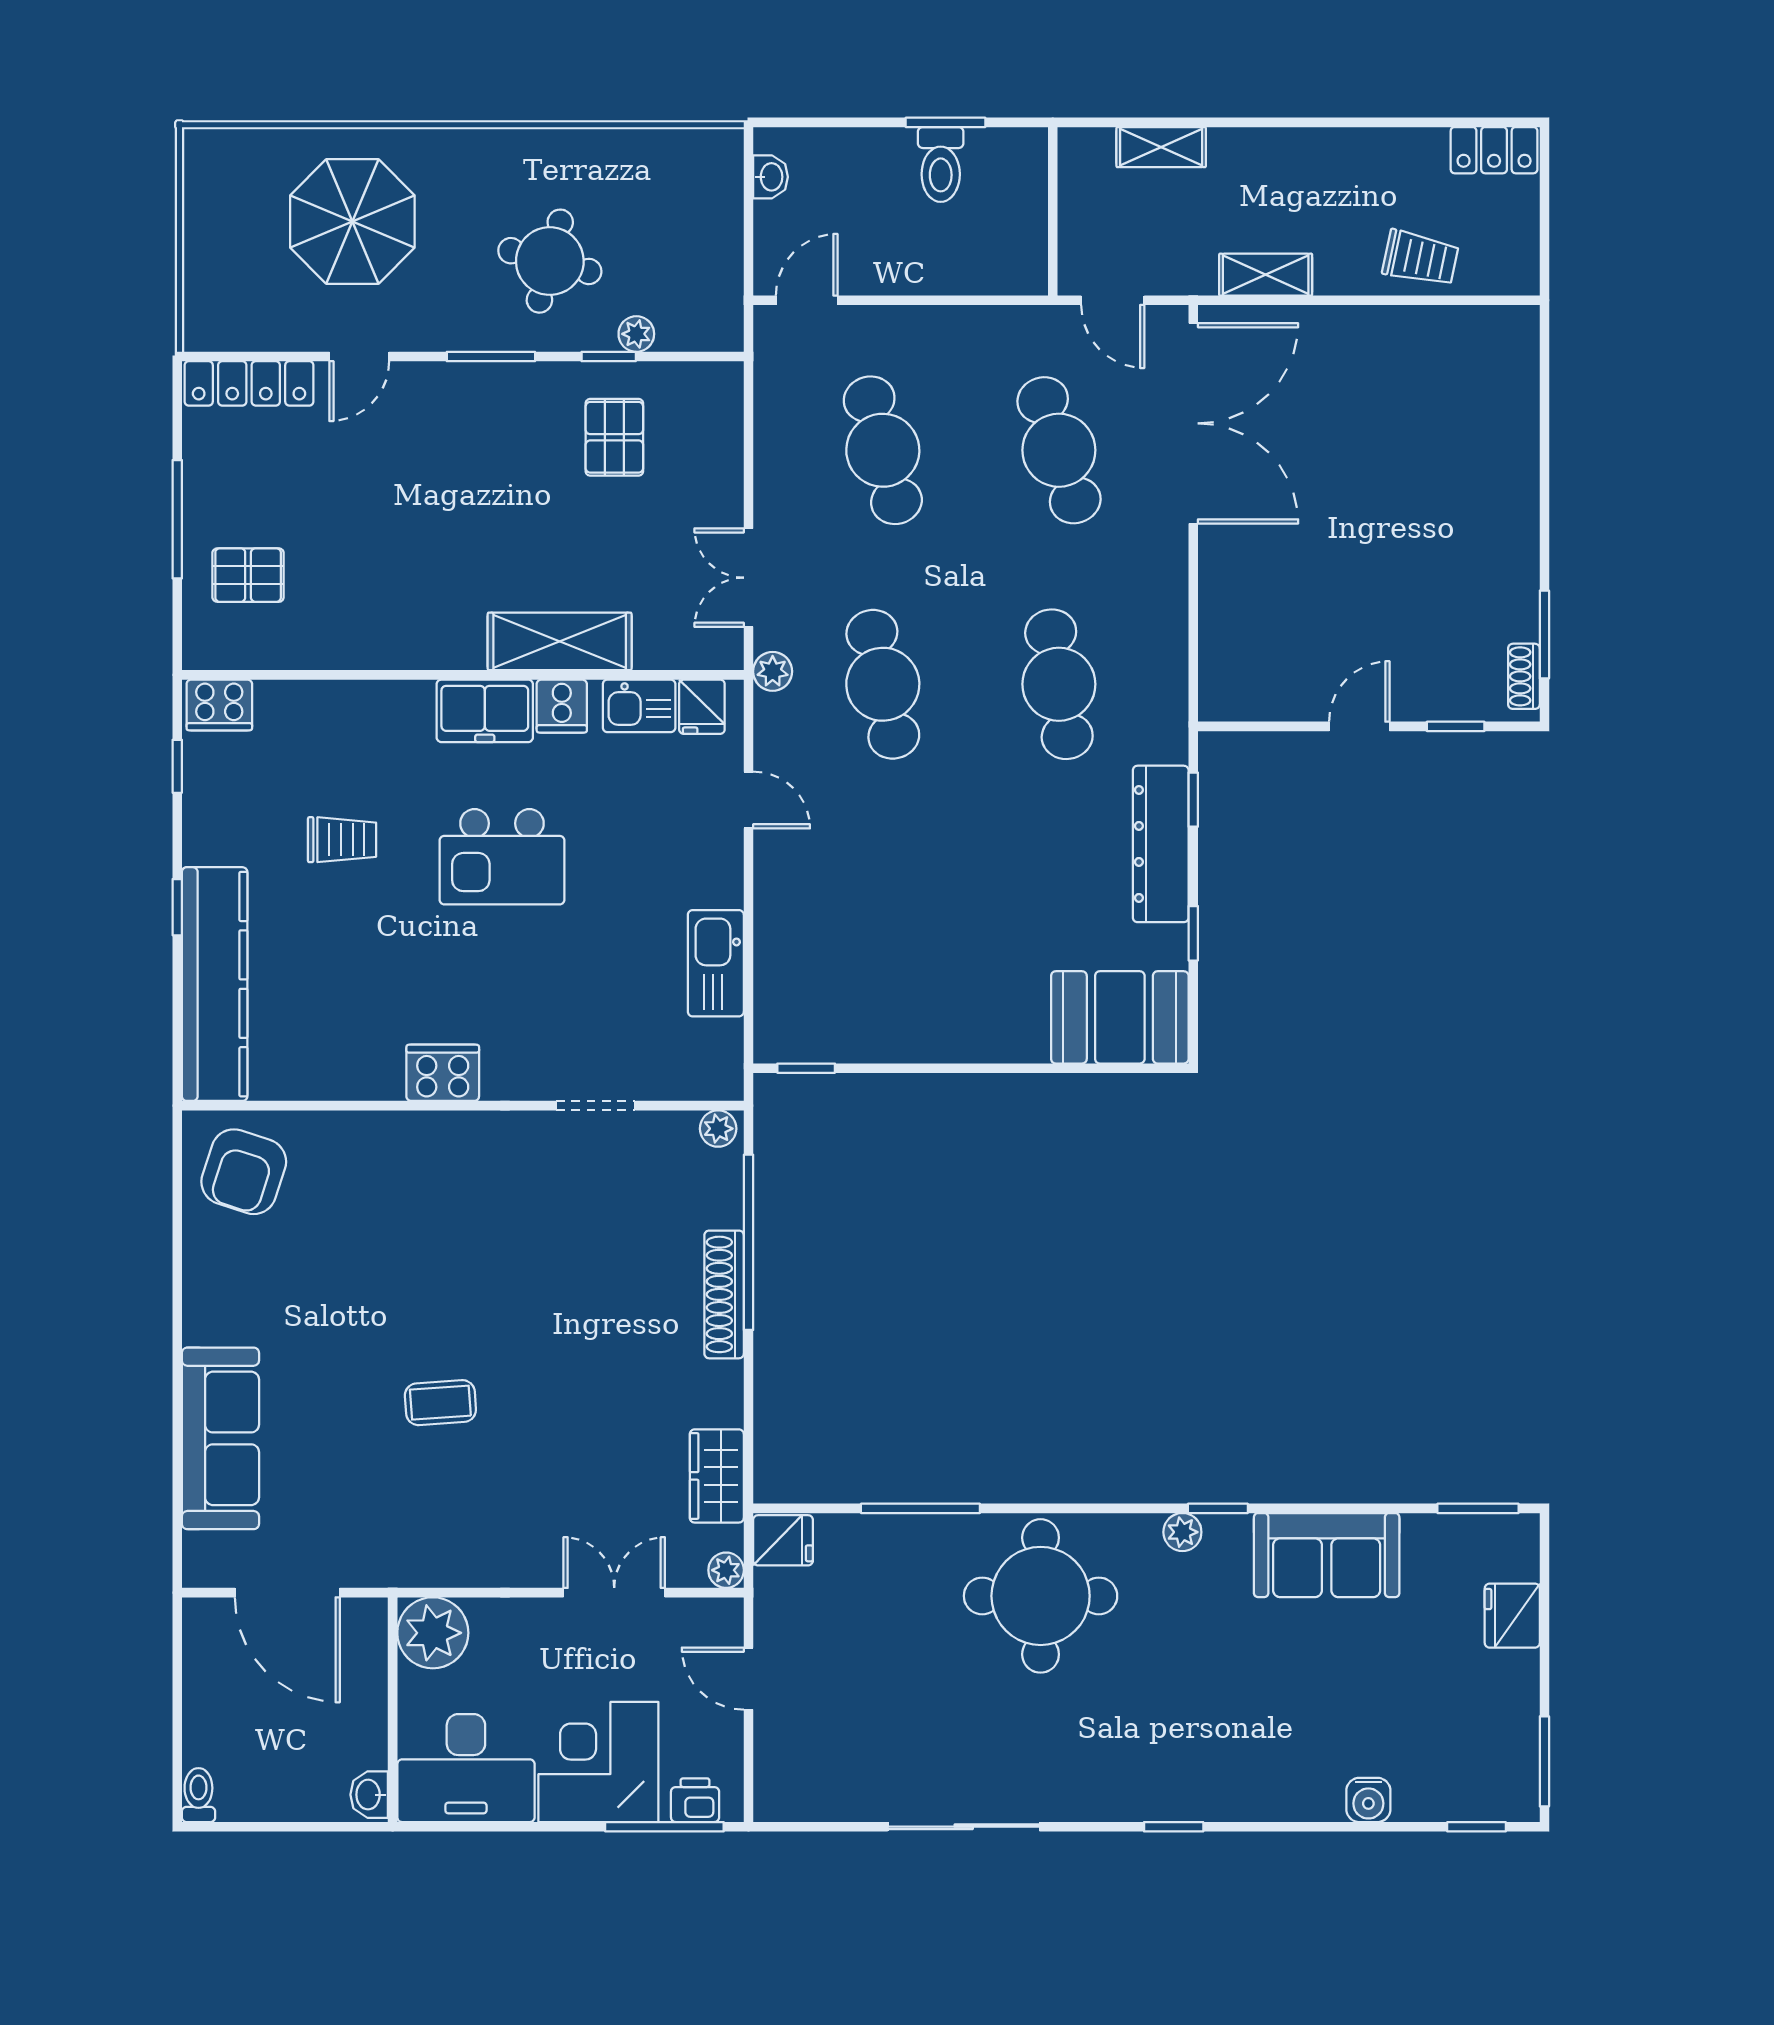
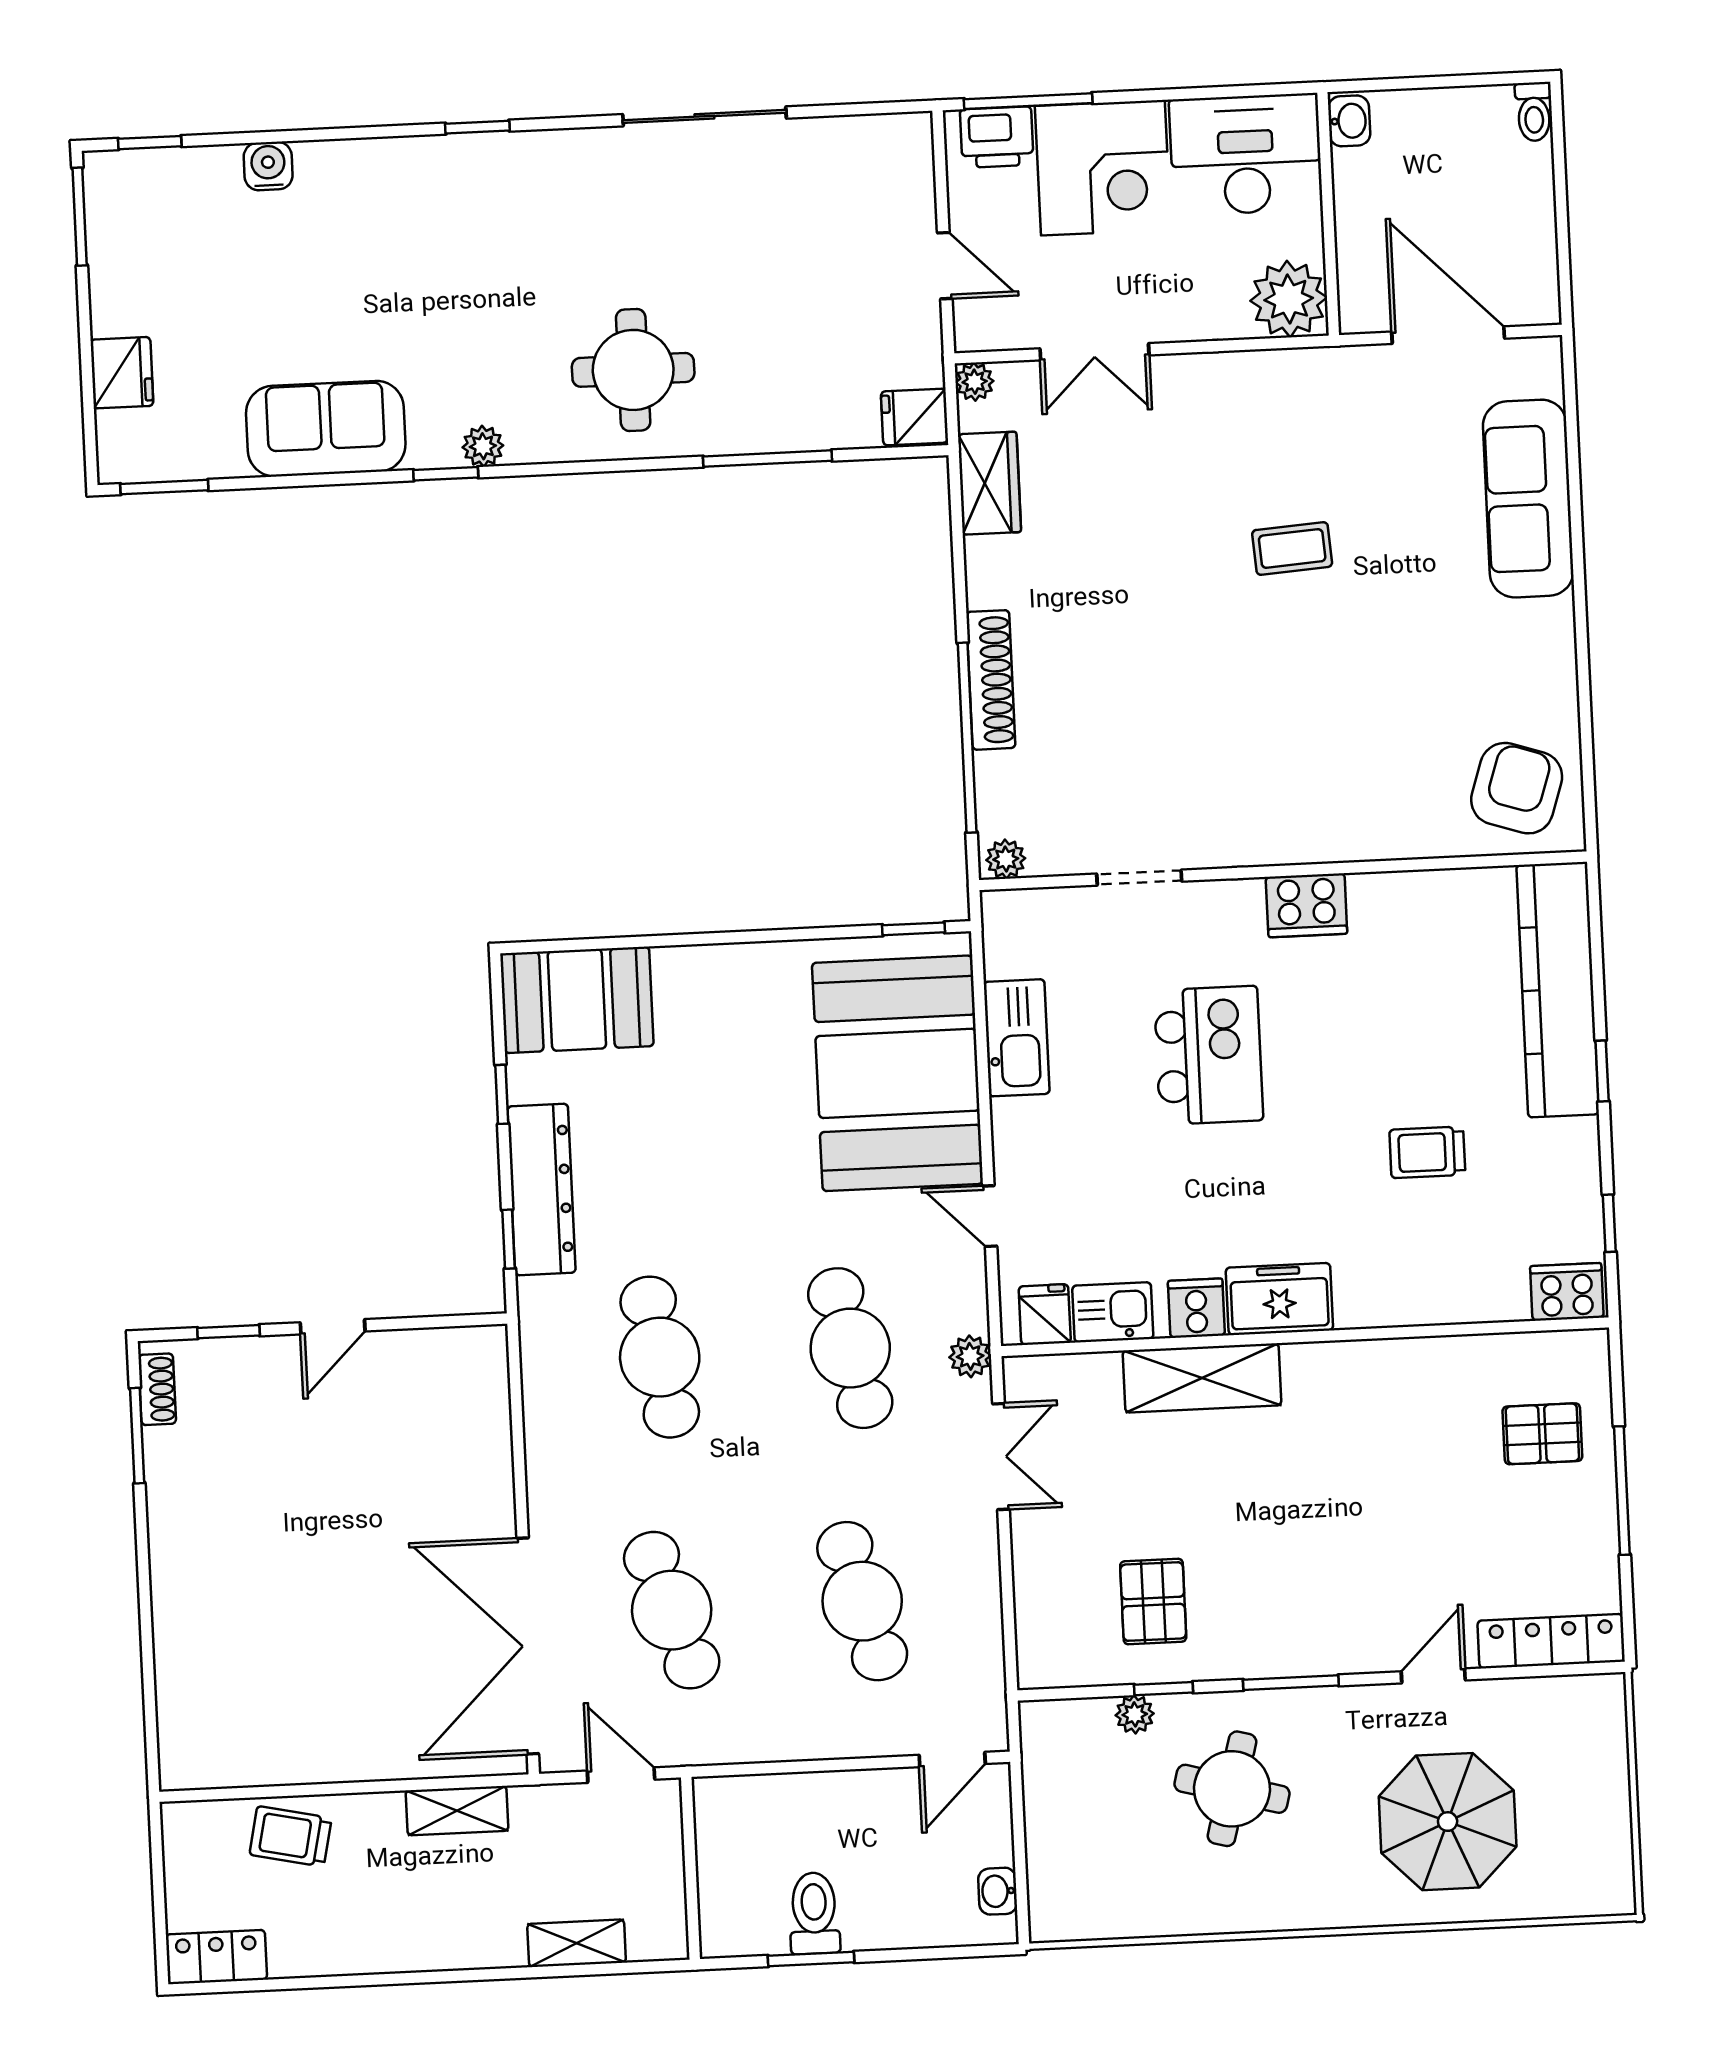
kitchen island: (502, 857) -> (1209, 1055), moved, turned 90
booth: (827, 936) -> (898, 1073), added
round table: (1041, 1596) -> (633, 370), width x0.73, depth x0.73
printer: (695, 1800) -> (997, 137), width x1.36, depth x1.24

